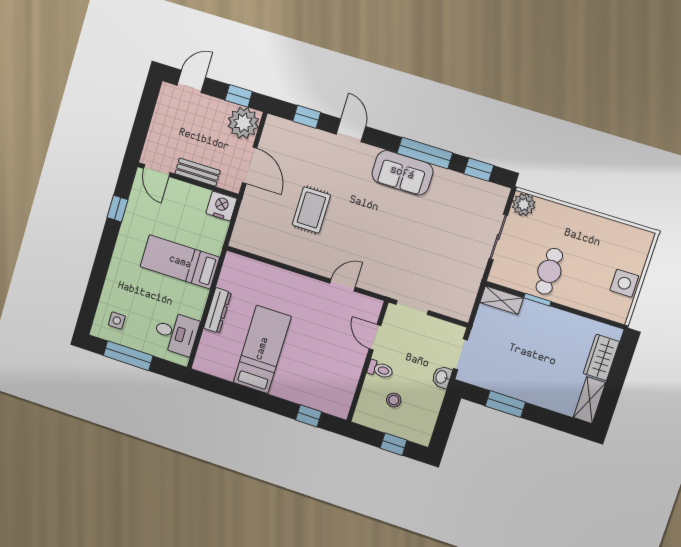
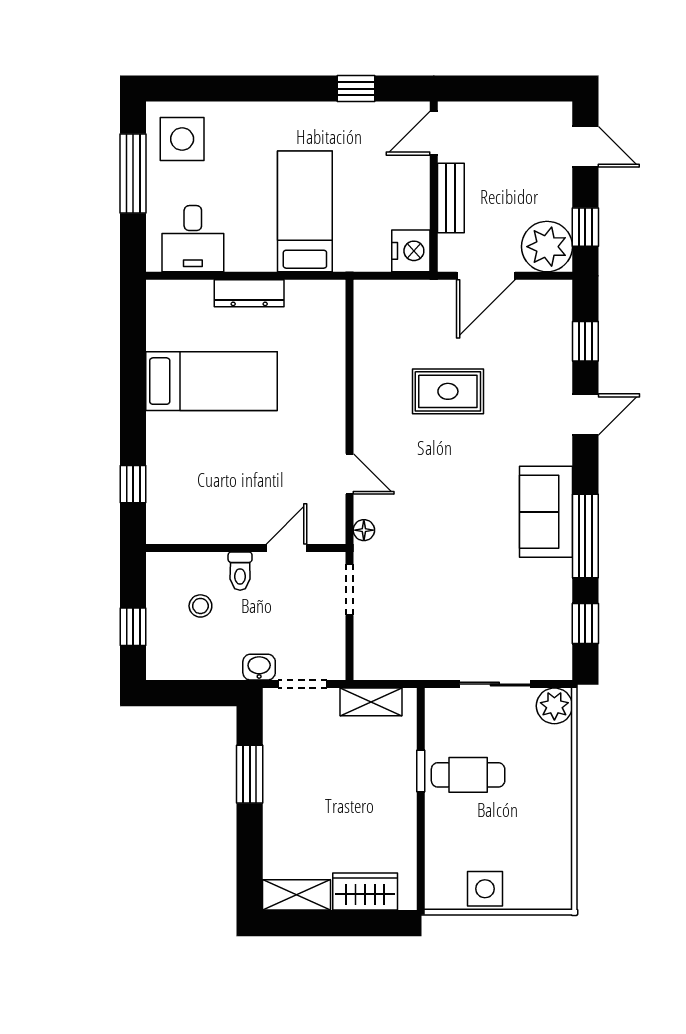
floor lamp: (379, 287) -> (364, 530), added
shelving: (502, 300) -> (371, 702), moved, turned 90
side table: (117, 321) -> (182, 139), width x1.87, depth x1.87

